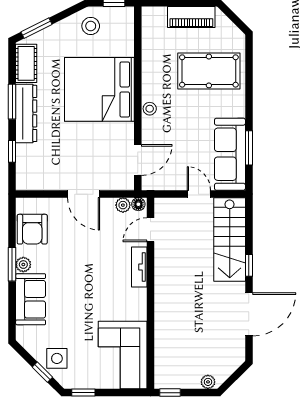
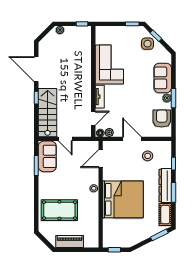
stool: (91, 26) -> (148, 156), moved
sofa: (230, 154) -> (47, 156), width x0.73
door: (249, 314) -> (36, 69), hinge flipped
corner sofa: (123, 355) -> (109, 64), moved

